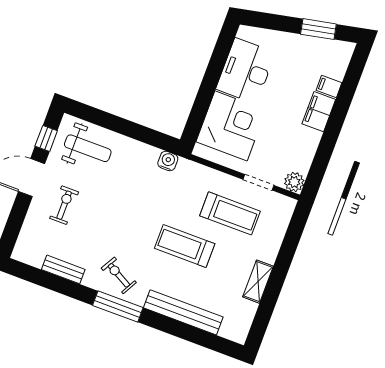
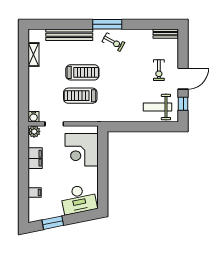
desk: (246, 71) -> (79, 199), moved, turned 79
filing cabinet: (319, 112) -> (35, 158), moved
water cooler: (168, 161) -> (34, 117), moved
treadmill: (230, 213) -> (80, 96), moved
bench: (63, 269) -> (165, 34), moved
shelving: (258, 282) -> (34, 55), moved

